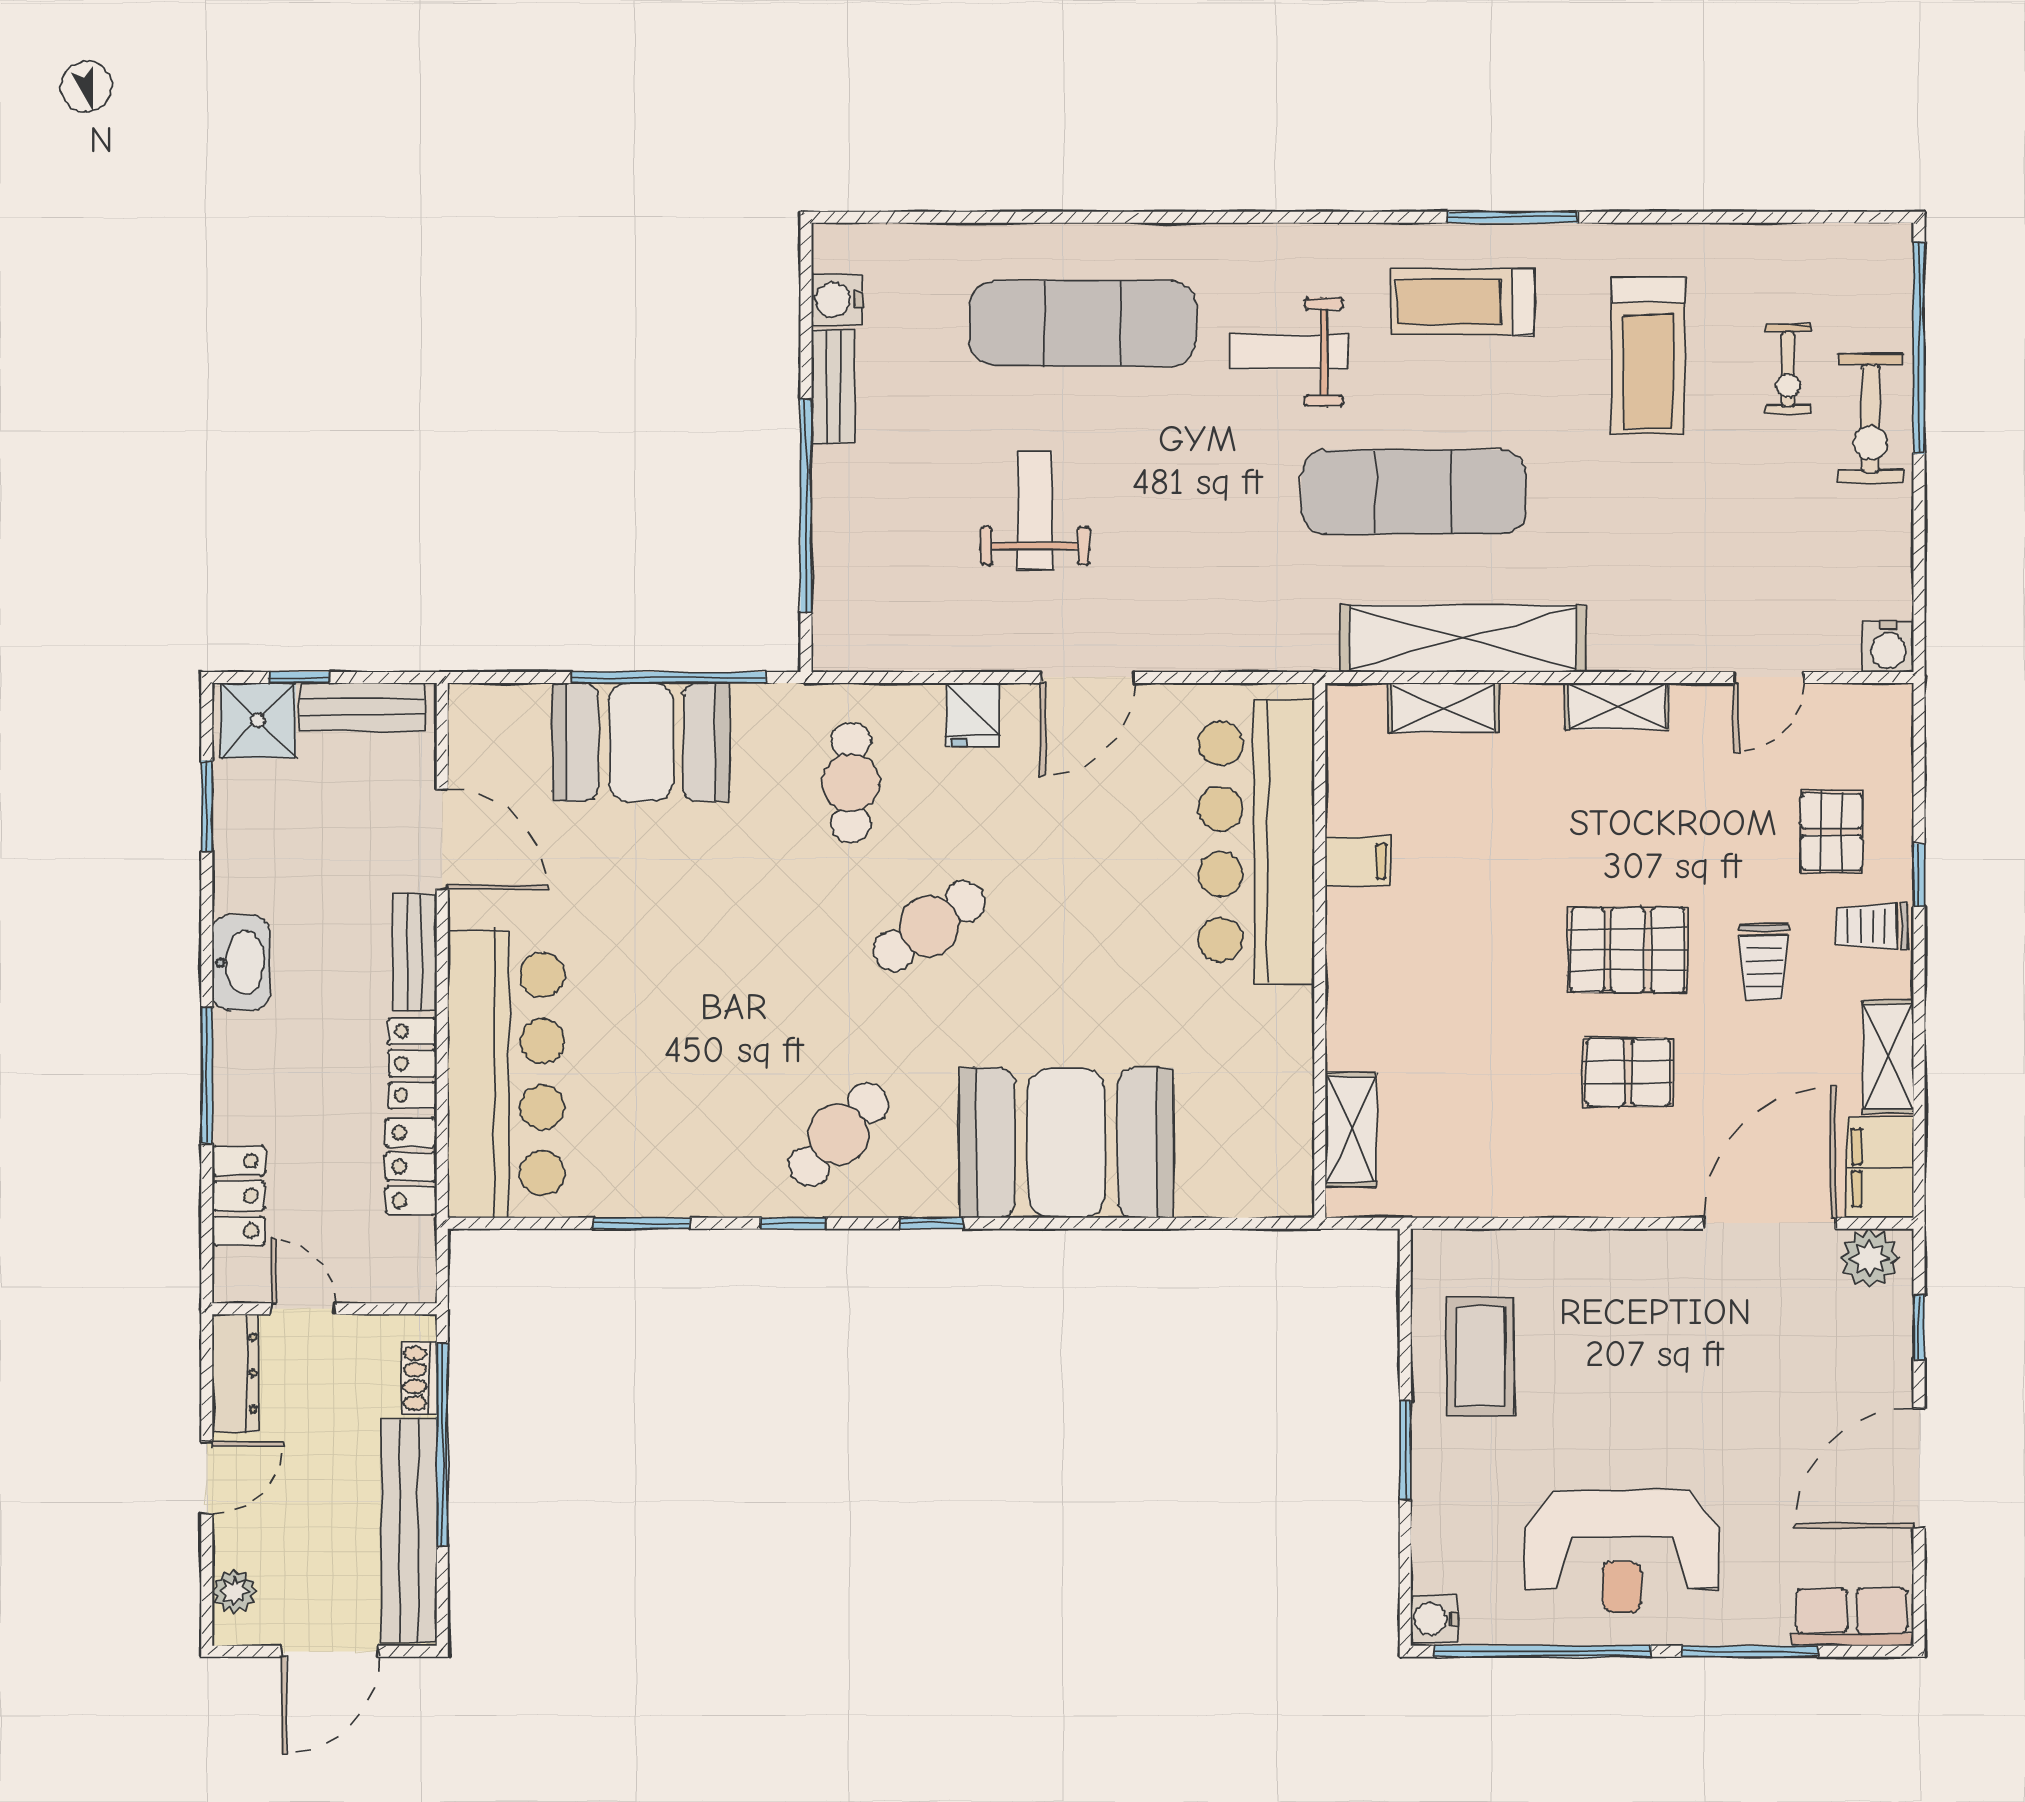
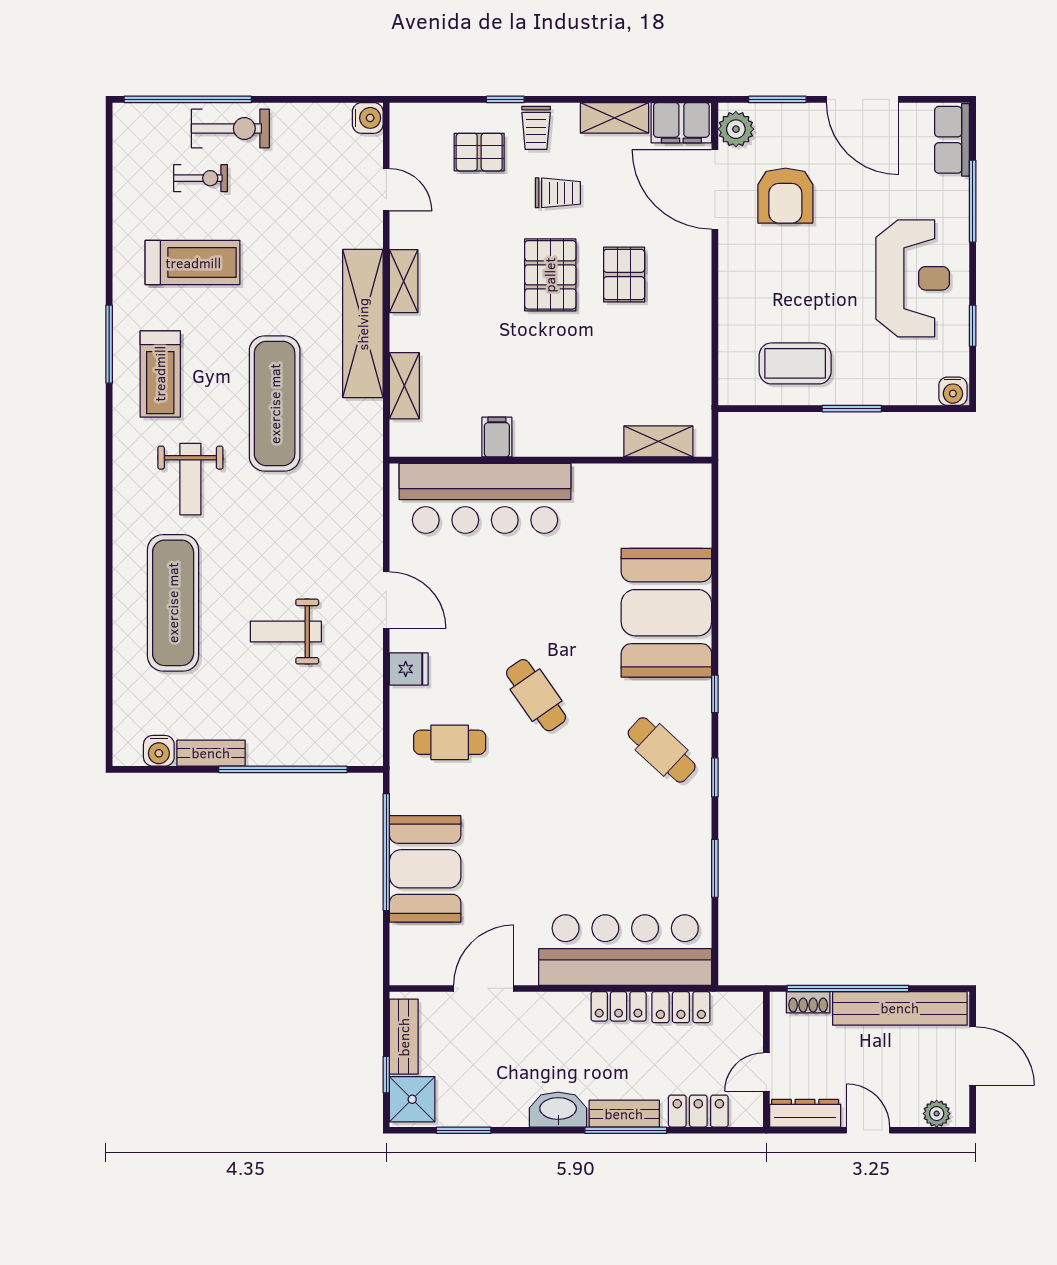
shelving: (1463, 638) -> (363, 324), moved
bench: (415, 953) -> (624, 1114), moved
window: (1919, 1327) -> (777, 99), width x1.50
armchair: (1759, 1340) -> (785, 196), added
window: (1543, 1651) -> (973, 326), width x0.32

